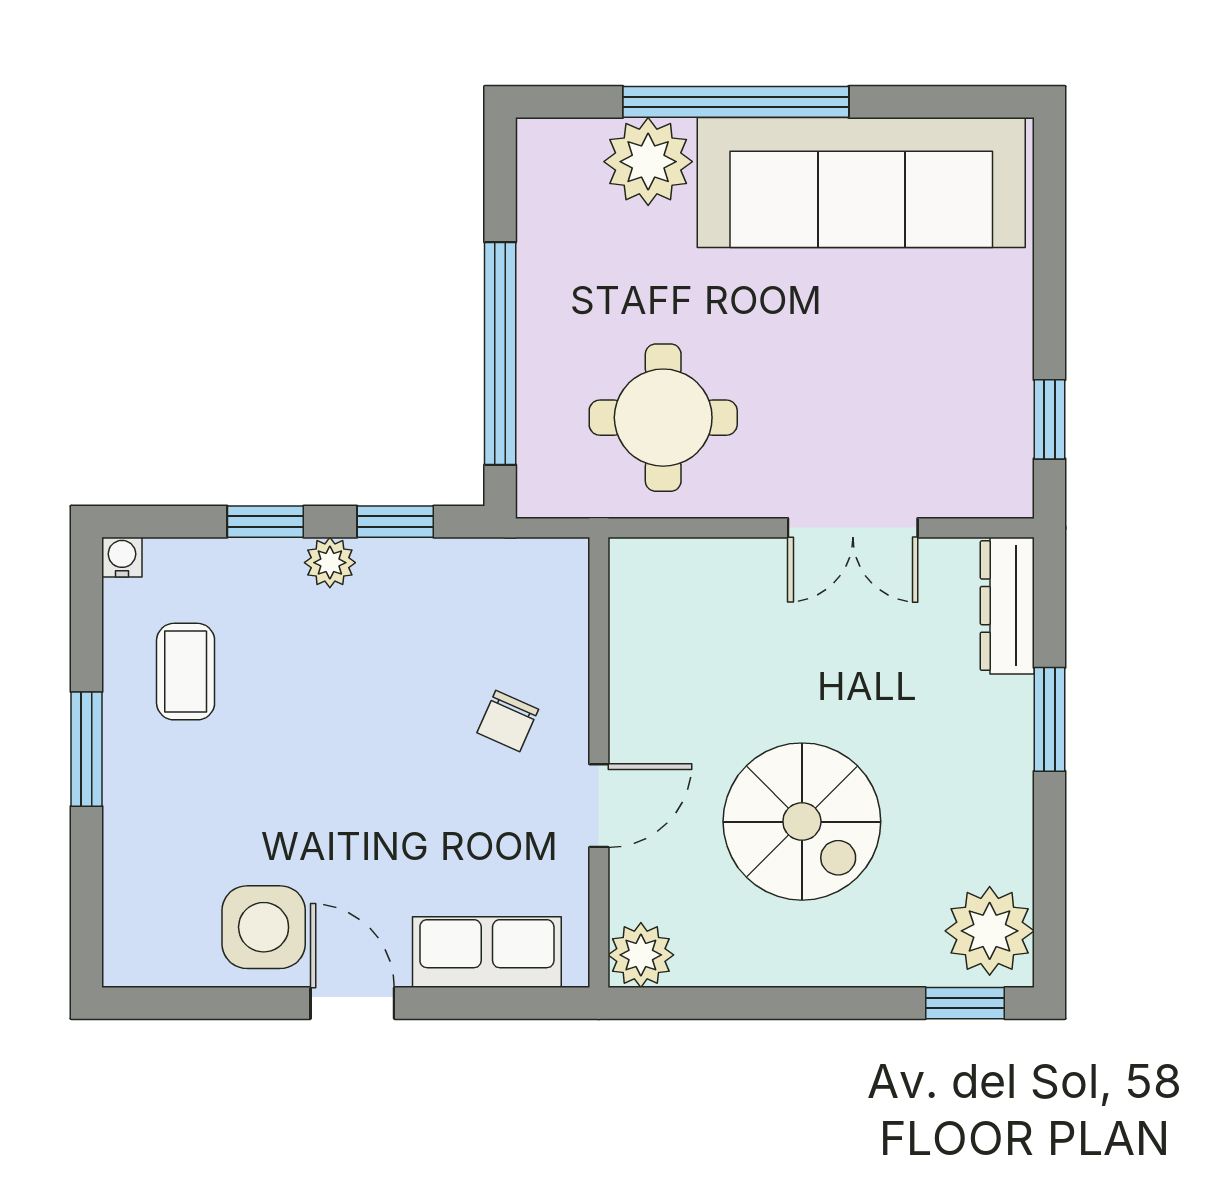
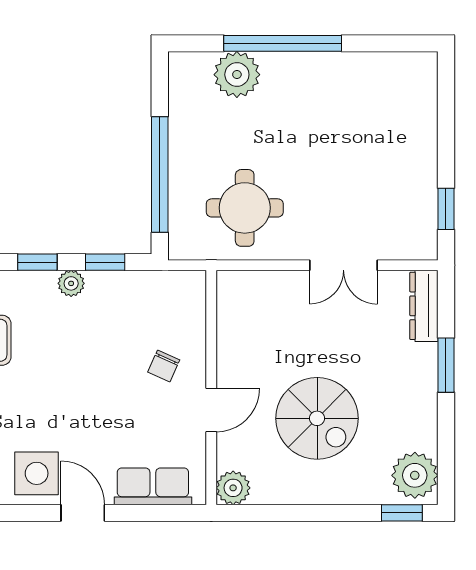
sofa: (861, 182) -> (348, 85), removed

